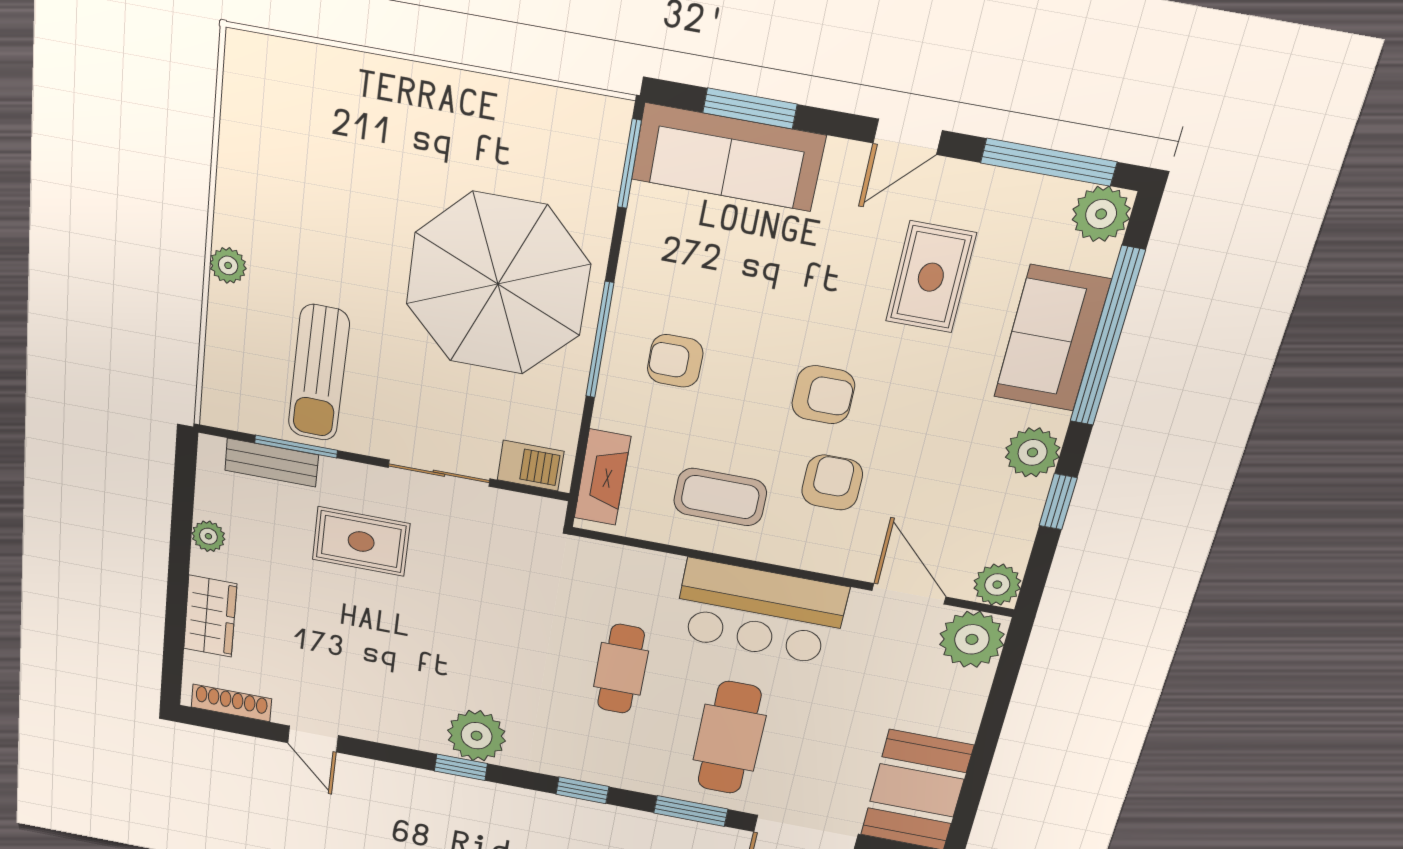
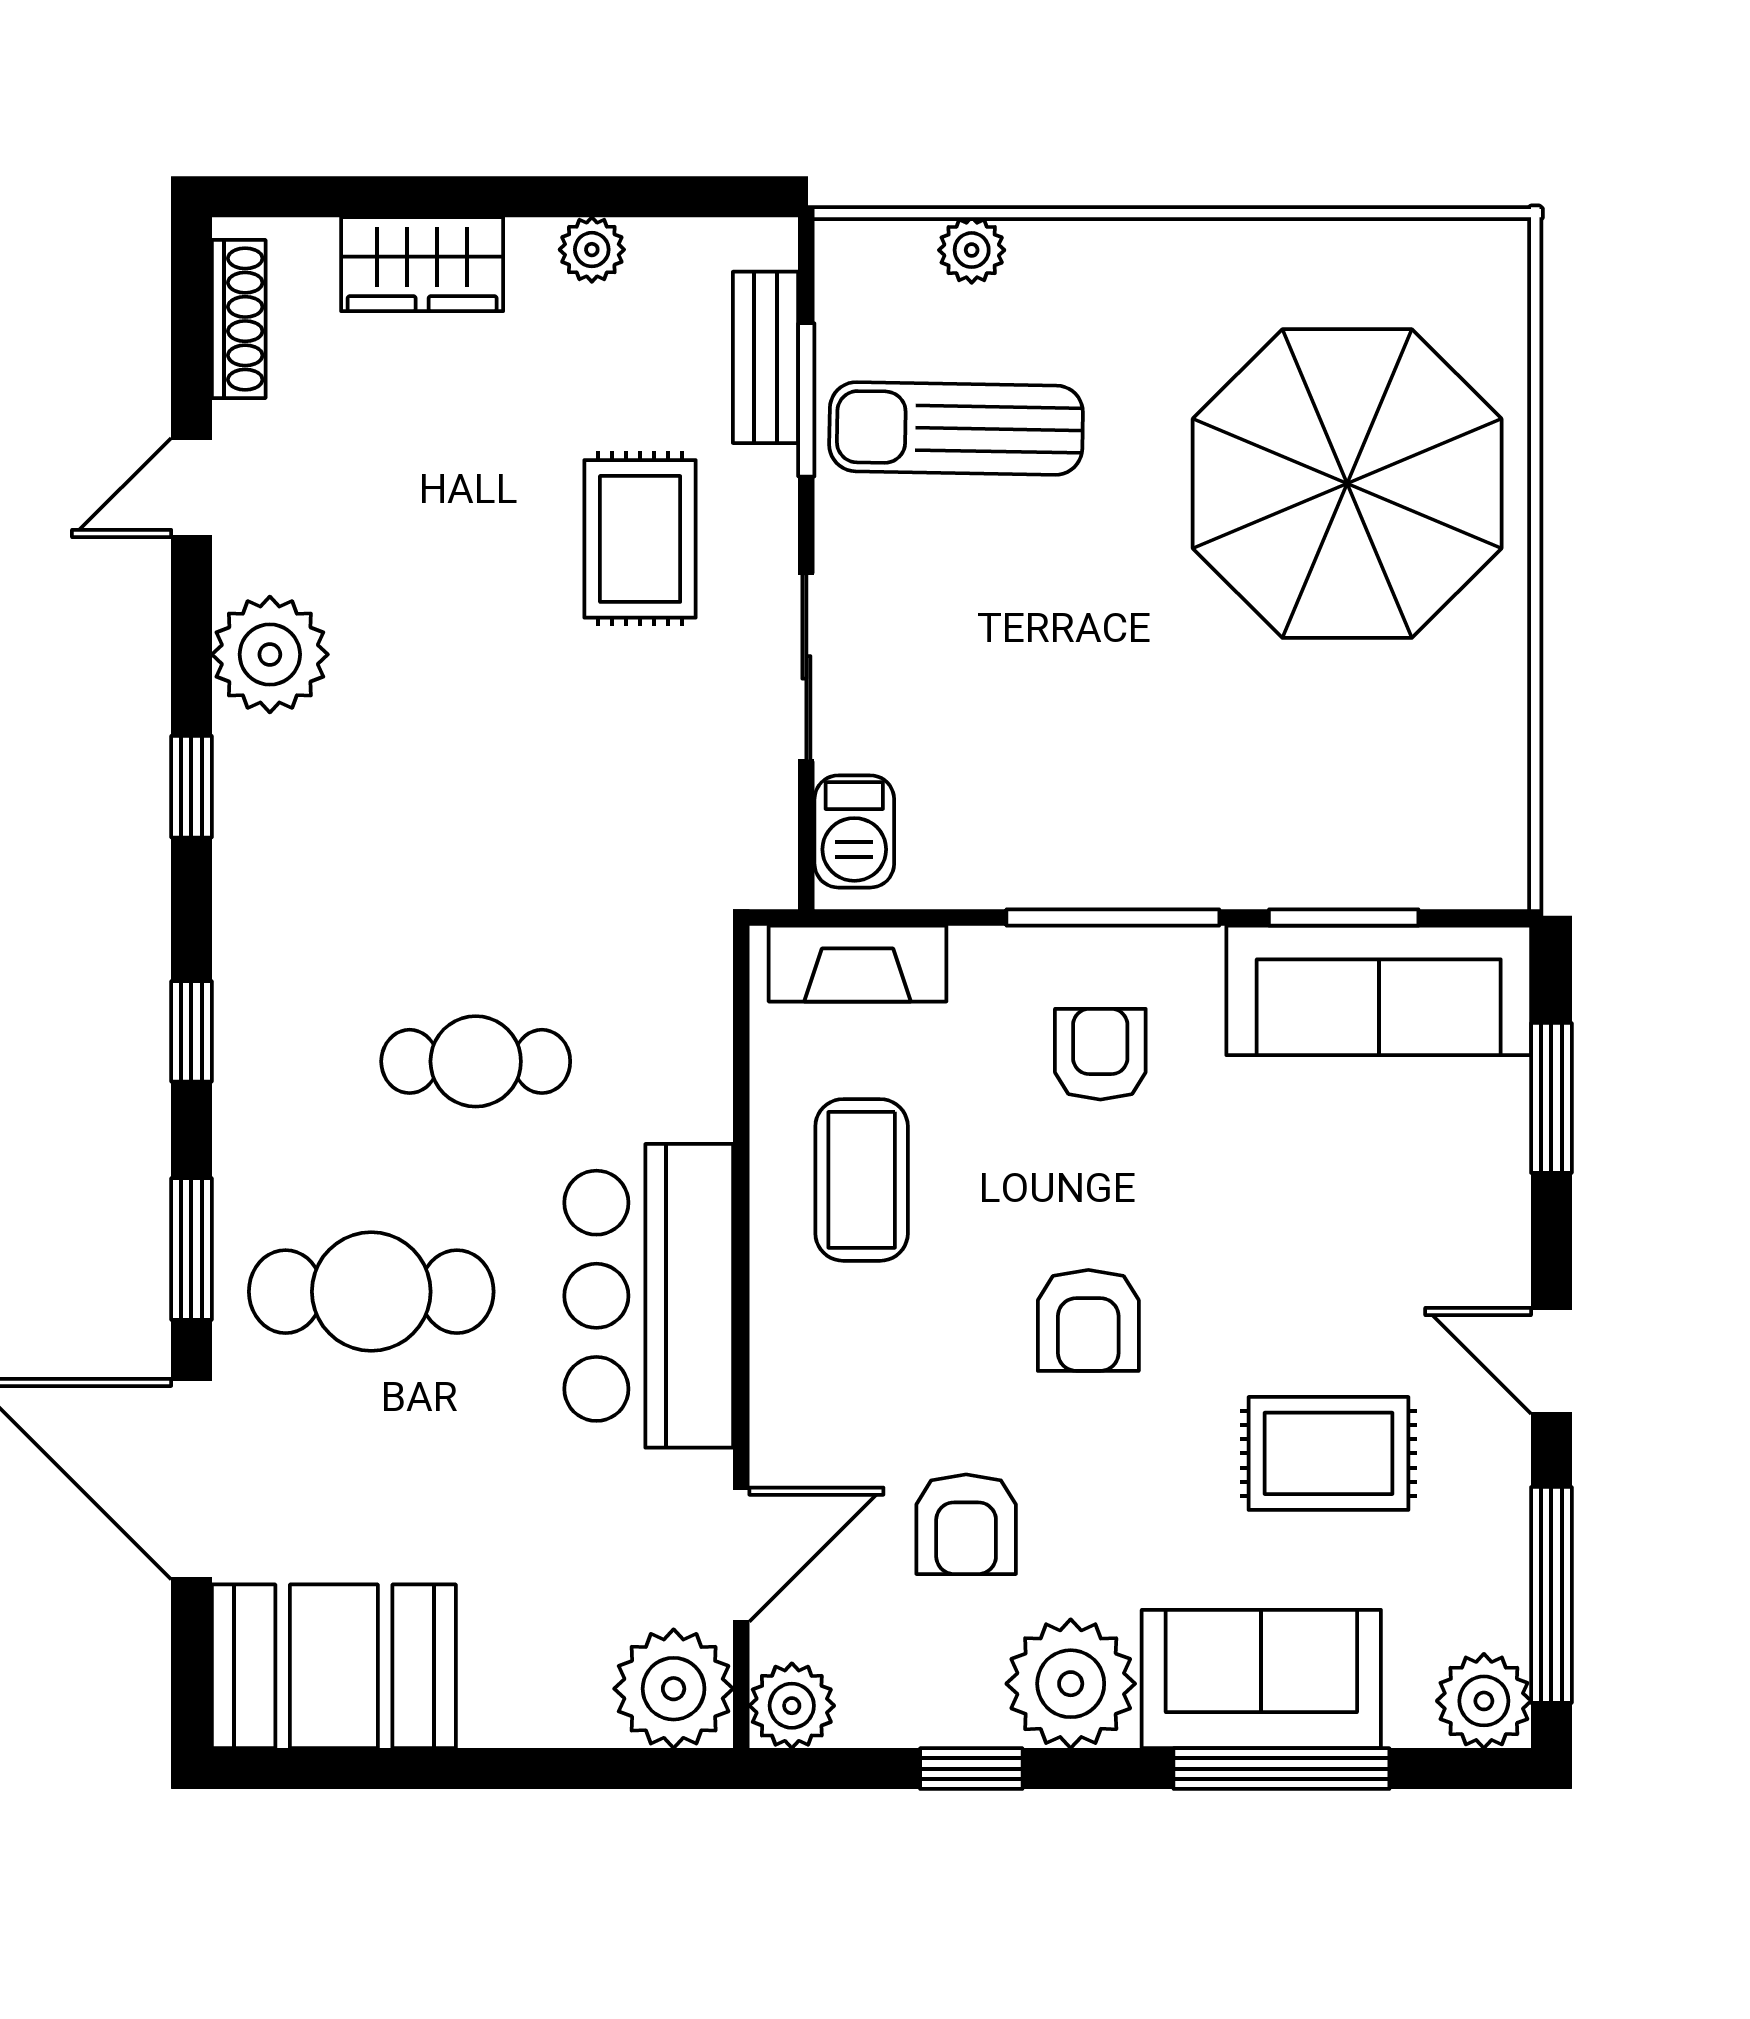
sofa: (728, 157) -> (1379, 990), moved, turned -90
window: (629, 164) -> (1344, 918), moved
plant: (228, 265) -> (972, 250), moved
parasol: (498, 284) -> (1347, 484), moved
window: (1107, 337) -> (1281, 1769), width x0.68
plant: (1033, 452) -> (1071, 1684), width x1.36, depth x1.36
armchair: (832, 482) -> (966, 1524), moved, turned 90
plant: (477, 736) -> (270, 654), moved

